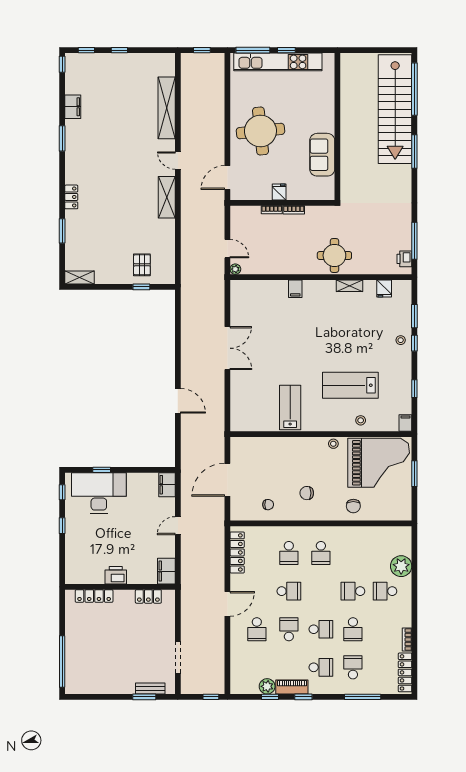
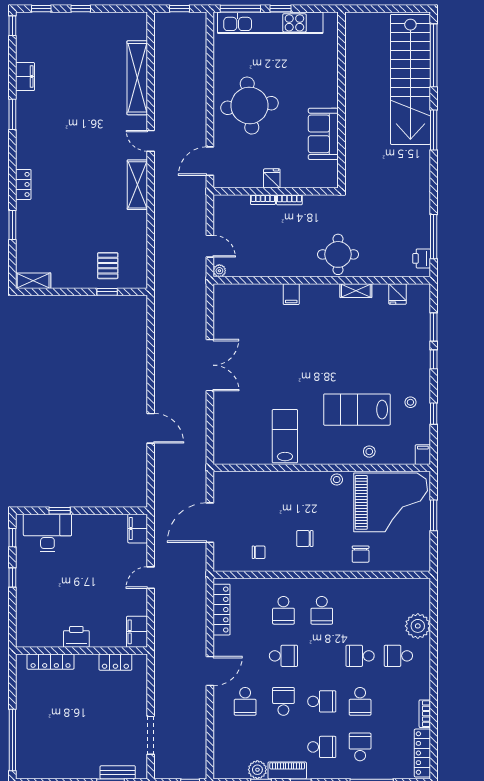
stool: (401, 340) -> (410, 402), moved
desk: (99, 493) -> (47, 533), width x0.73, depth x0.77

